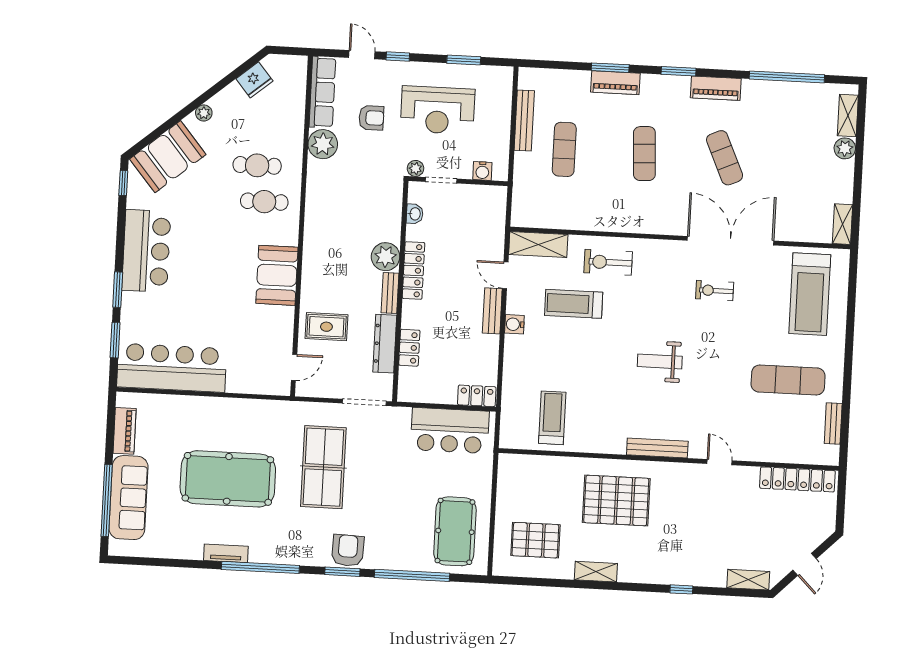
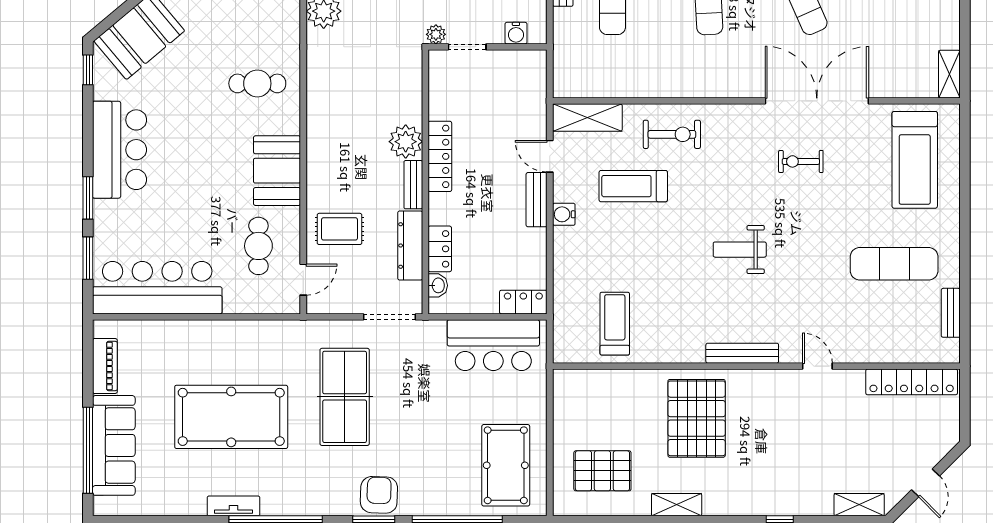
cafe table: (257, 165) -> (258, 246), moved, turned 90
washbasin: (415, 214) -> (438, 285), moved
exercise bike: (608, 262) -> (672, 134), turned 180
pallet: (616, 500) -> (697, 418), turned 90

